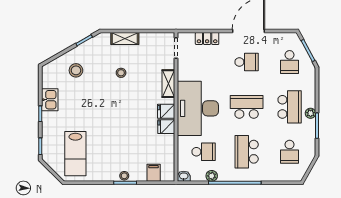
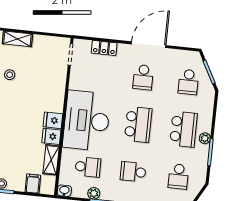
school desk: (247, 62) -> (143, 77), turned 90
shelving: (168, 84) -> (51, 160), moved
school desk: (247, 107) -> (138, 124), turned 90
school desk: (247, 152) -> (133, 172), width x0.54

